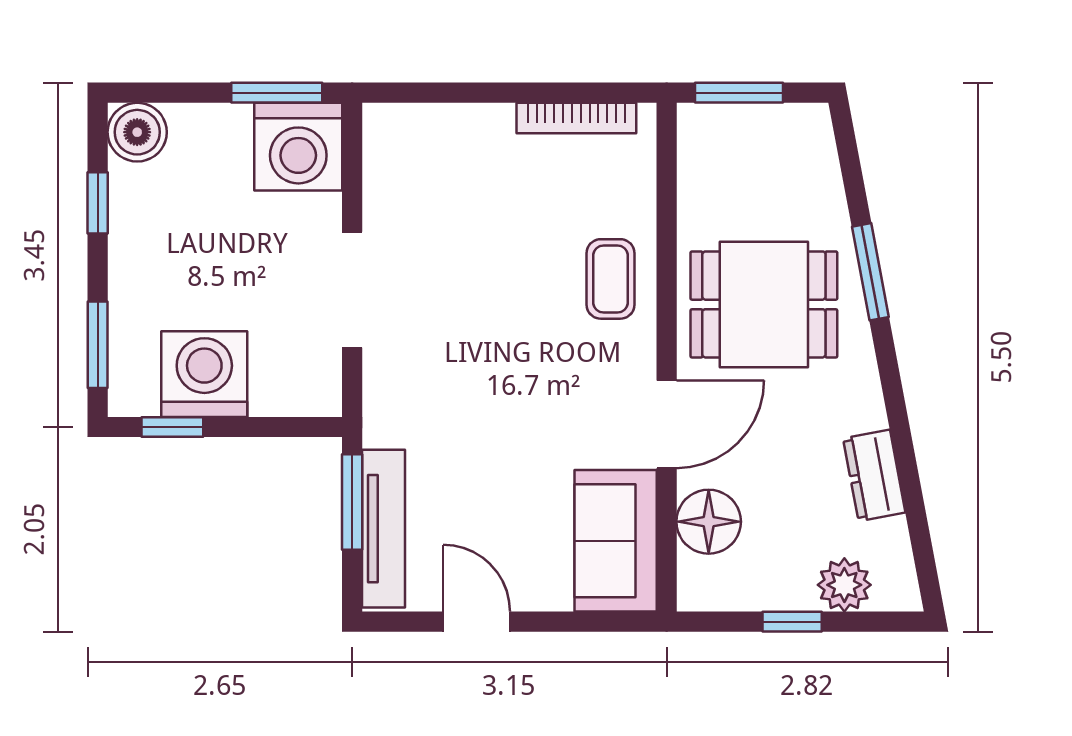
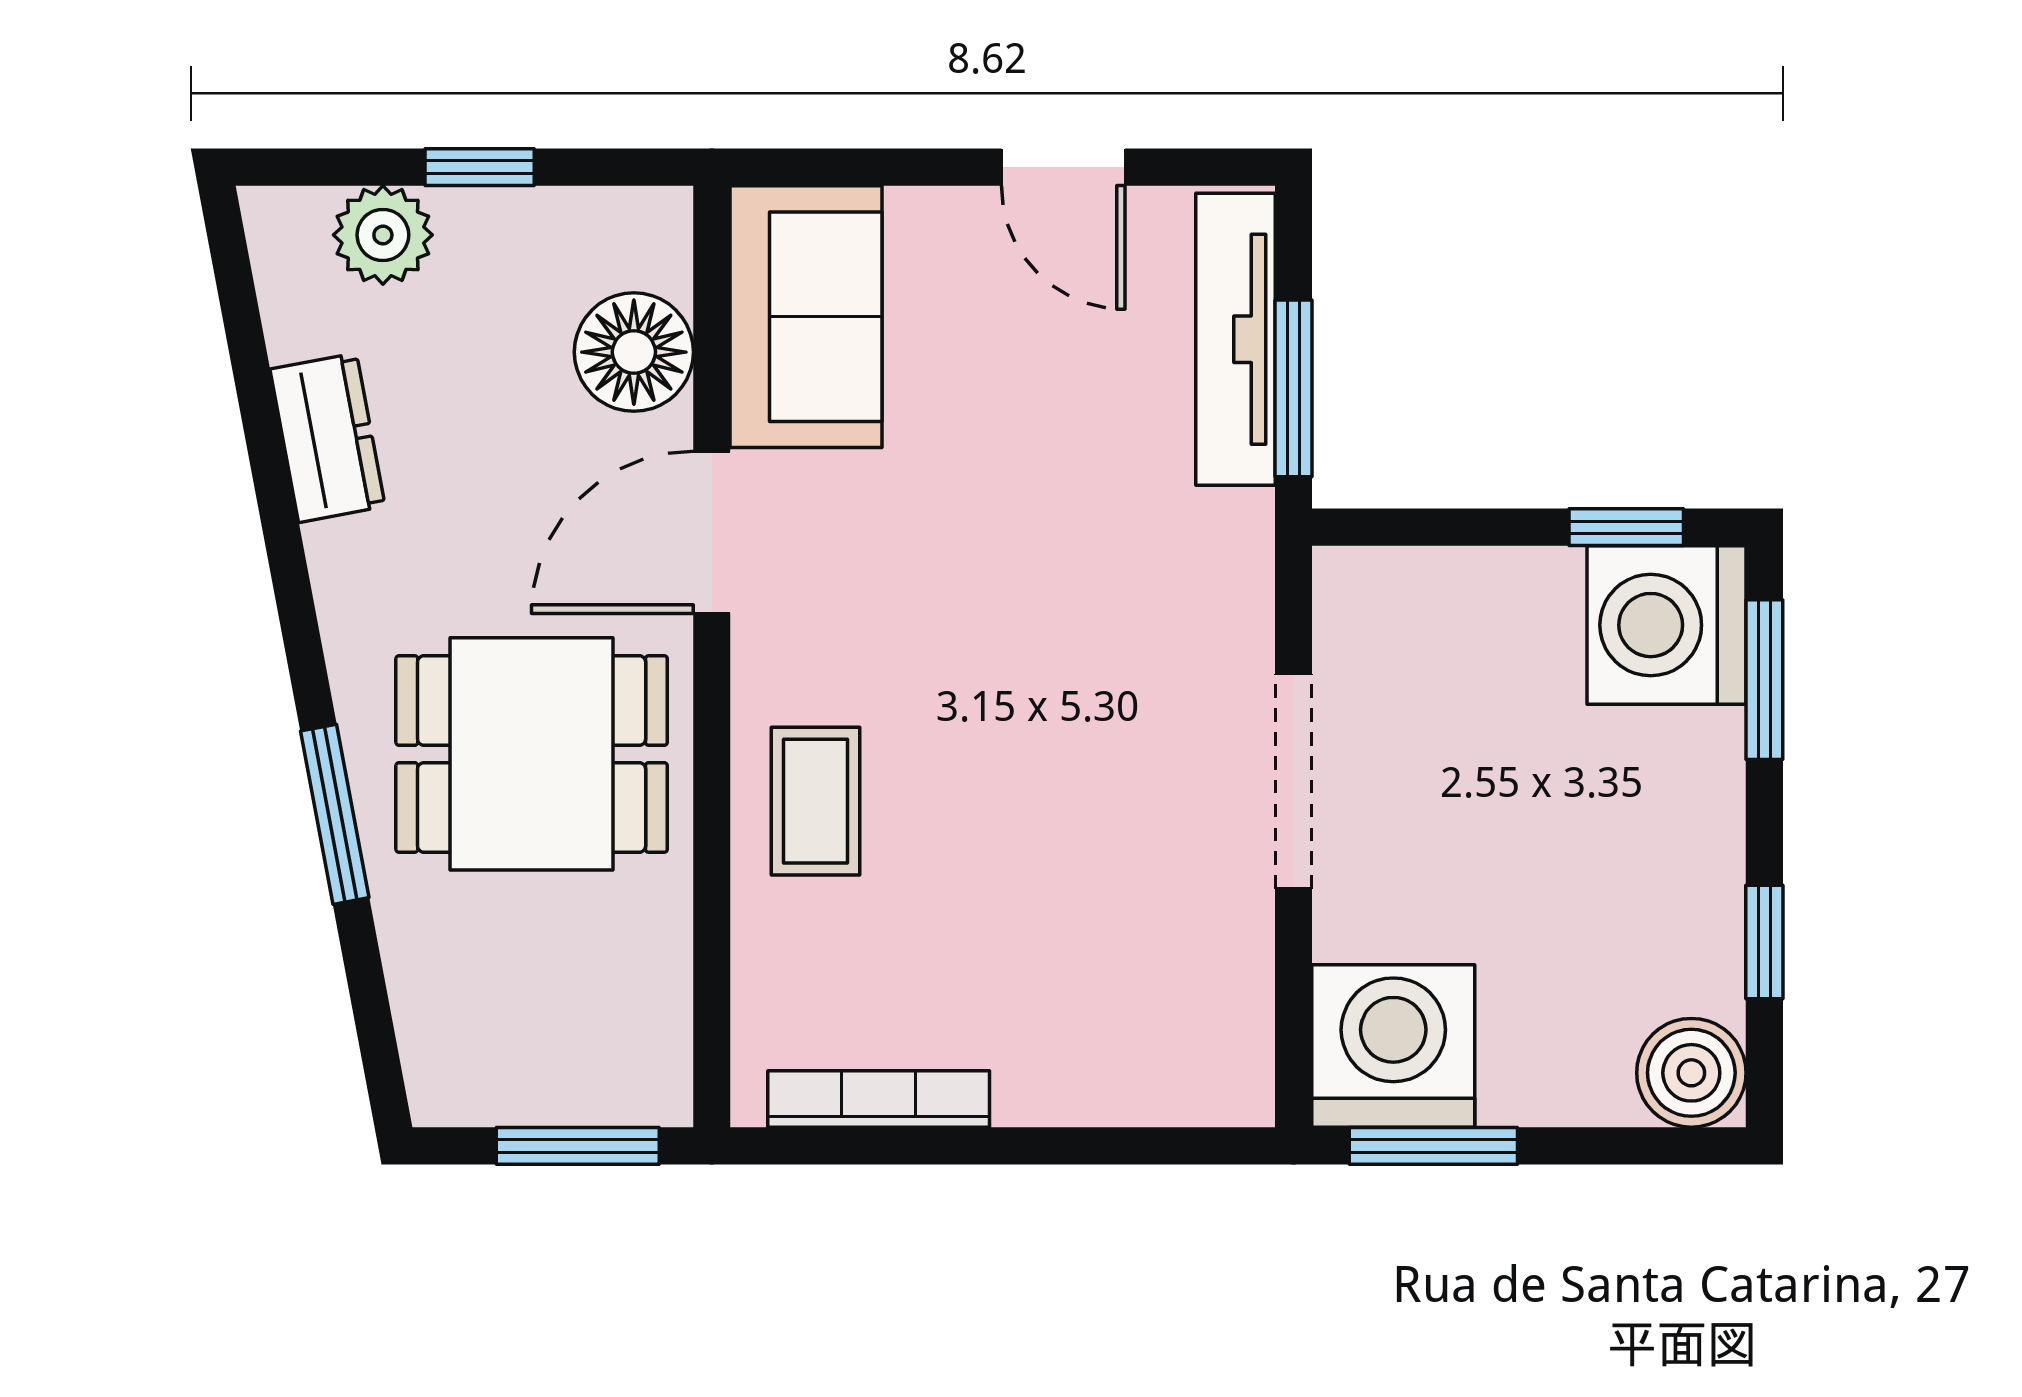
washing machine: (204, 374) -> (1667, 625), moved, turned 90

